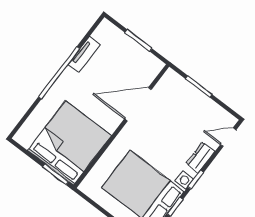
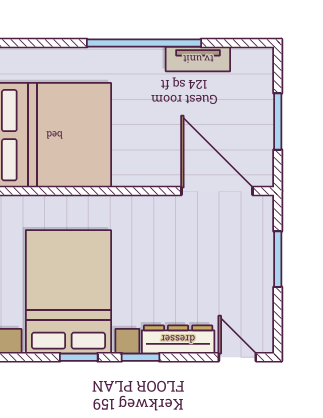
door: (138, 104) -> (217, 191), moved
dresser: (201, 157) -> (178, 339), width x1.44

